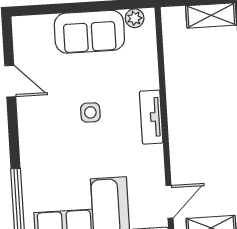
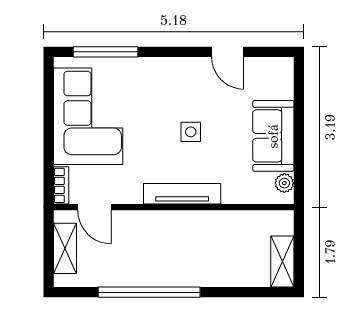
door: (10, 81) -> (228, 52), hinge flipped
tv unit: (151, 117) -> (182, 194), width x1.41

